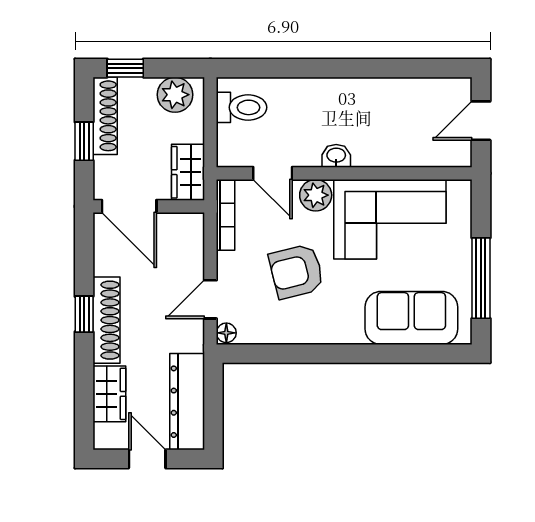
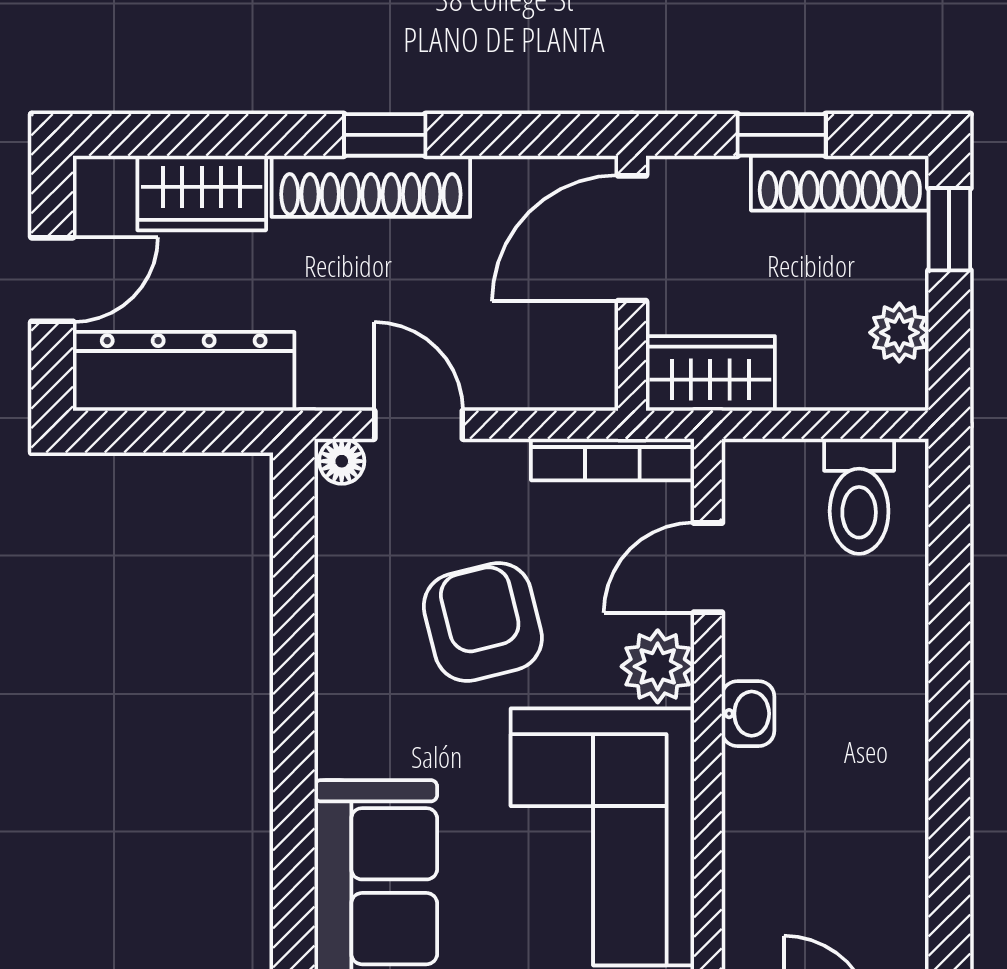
plant: (175, 95) -> (899, 333), width x0.73, depth x0.73

